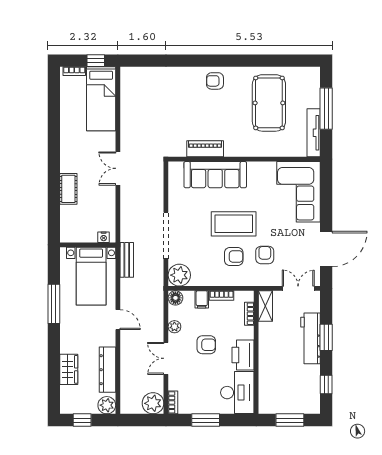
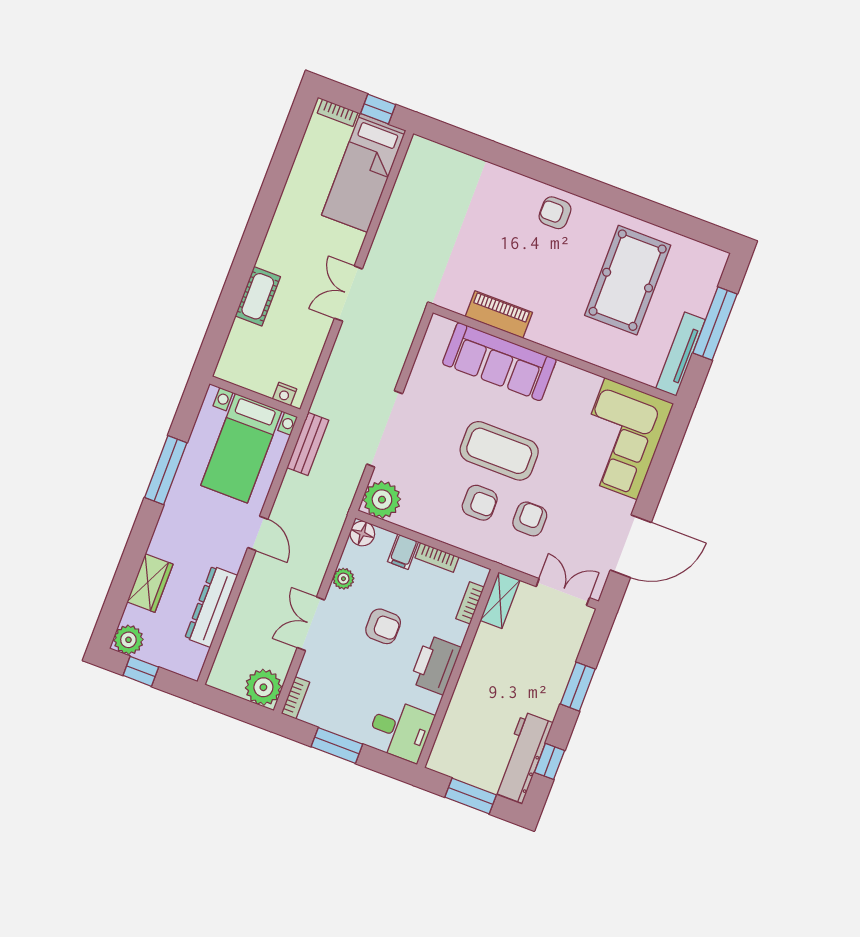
workbench: (311, 338) -> (523, 757), moved
desk: (237, 393) -> (400, 730), width x0.73
plant: (107, 405) -> (128, 640), moved

